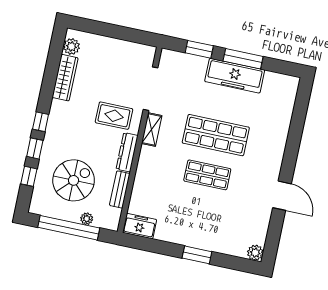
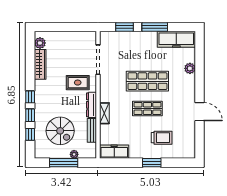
freezer: (235, 76) -> (176, 39), moved
shelving: (152, 130) -> (104, 113), moved
spiral stairs: (74, 180) -> (60, 131), turned 90
trolley: (219, 222) -> (162, 138), added
freezer: (140, 226) -> (114, 152), width x1.40
window: (69, 228) -> (64, 163), width x0.68
plant: (255, 253) -> (190, 68), moved

